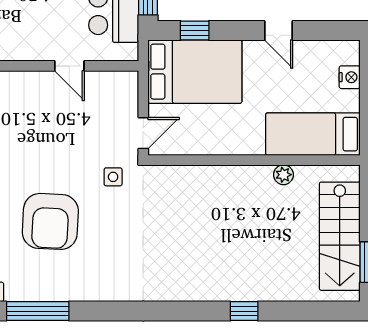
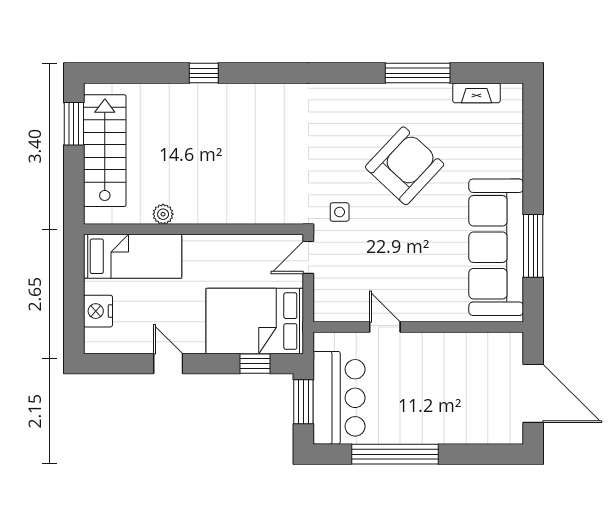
nightstand: (350, 77) -> (98, 311), width x1.36, depth x1.33
armchair: (50, 221) -> (405, 166), turned 40

